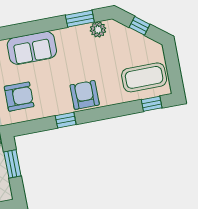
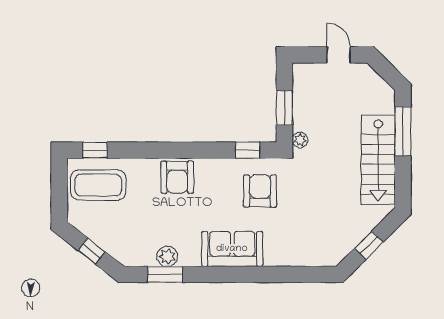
plant: (98, 30) -> (167, 256), moved
armchair: (19, 97) -> (260, 191), turned 90
window: (66, 120) -> (248, 150), moved

